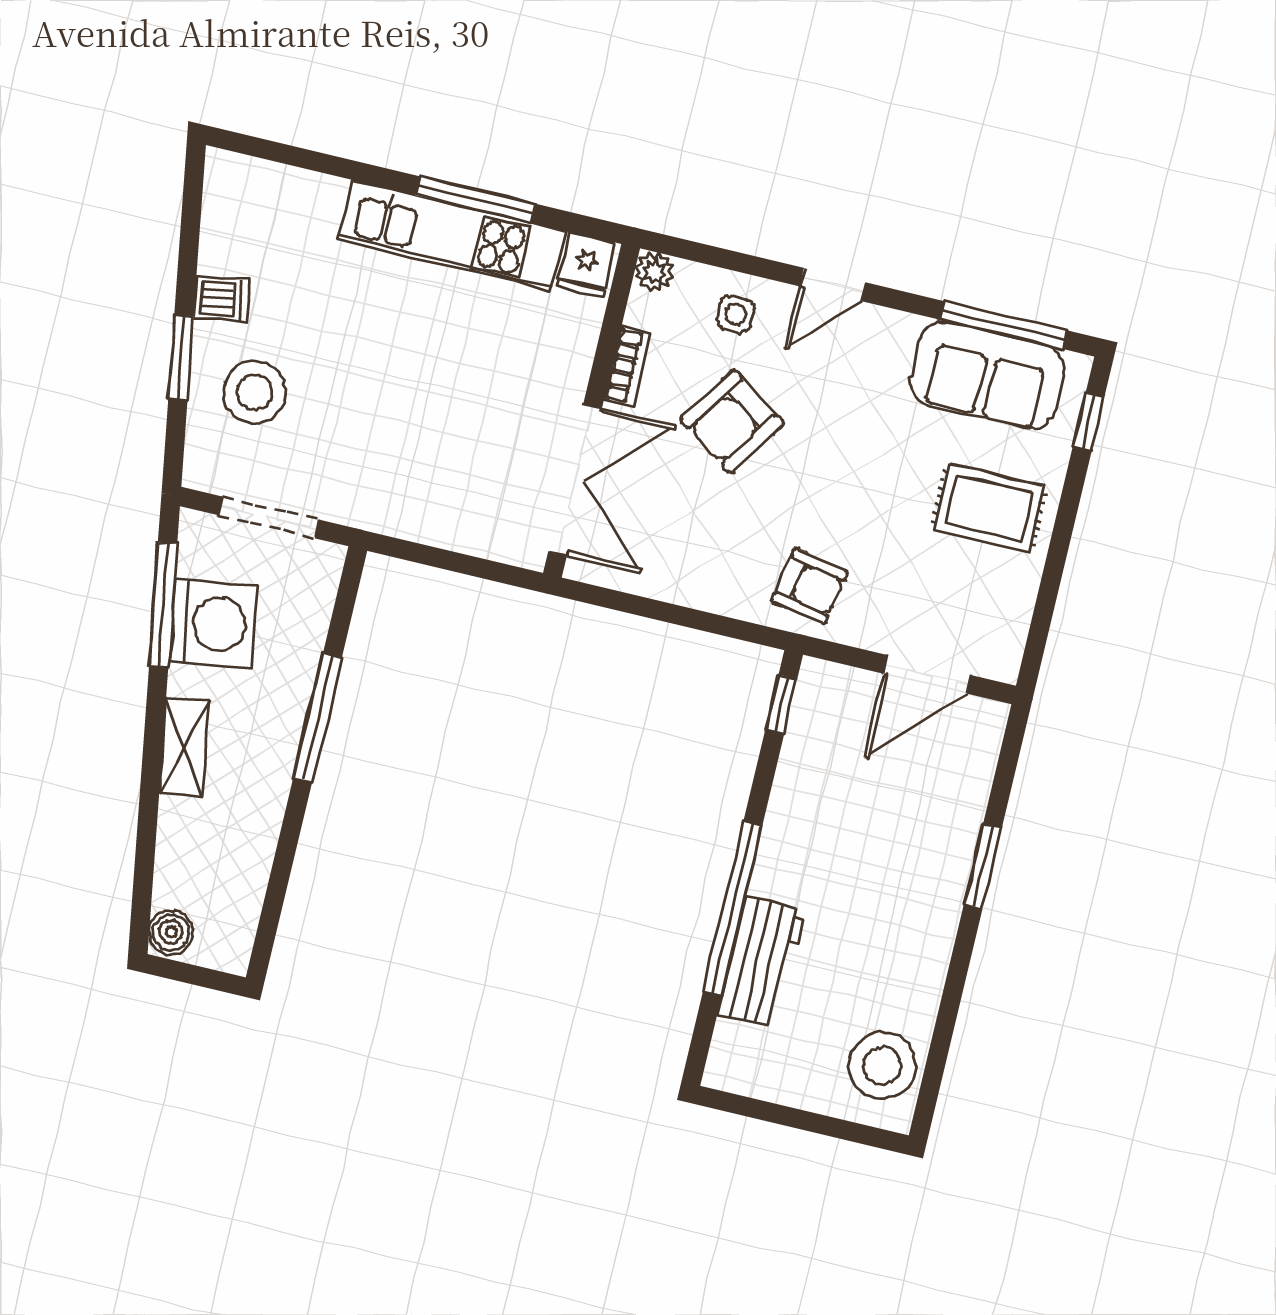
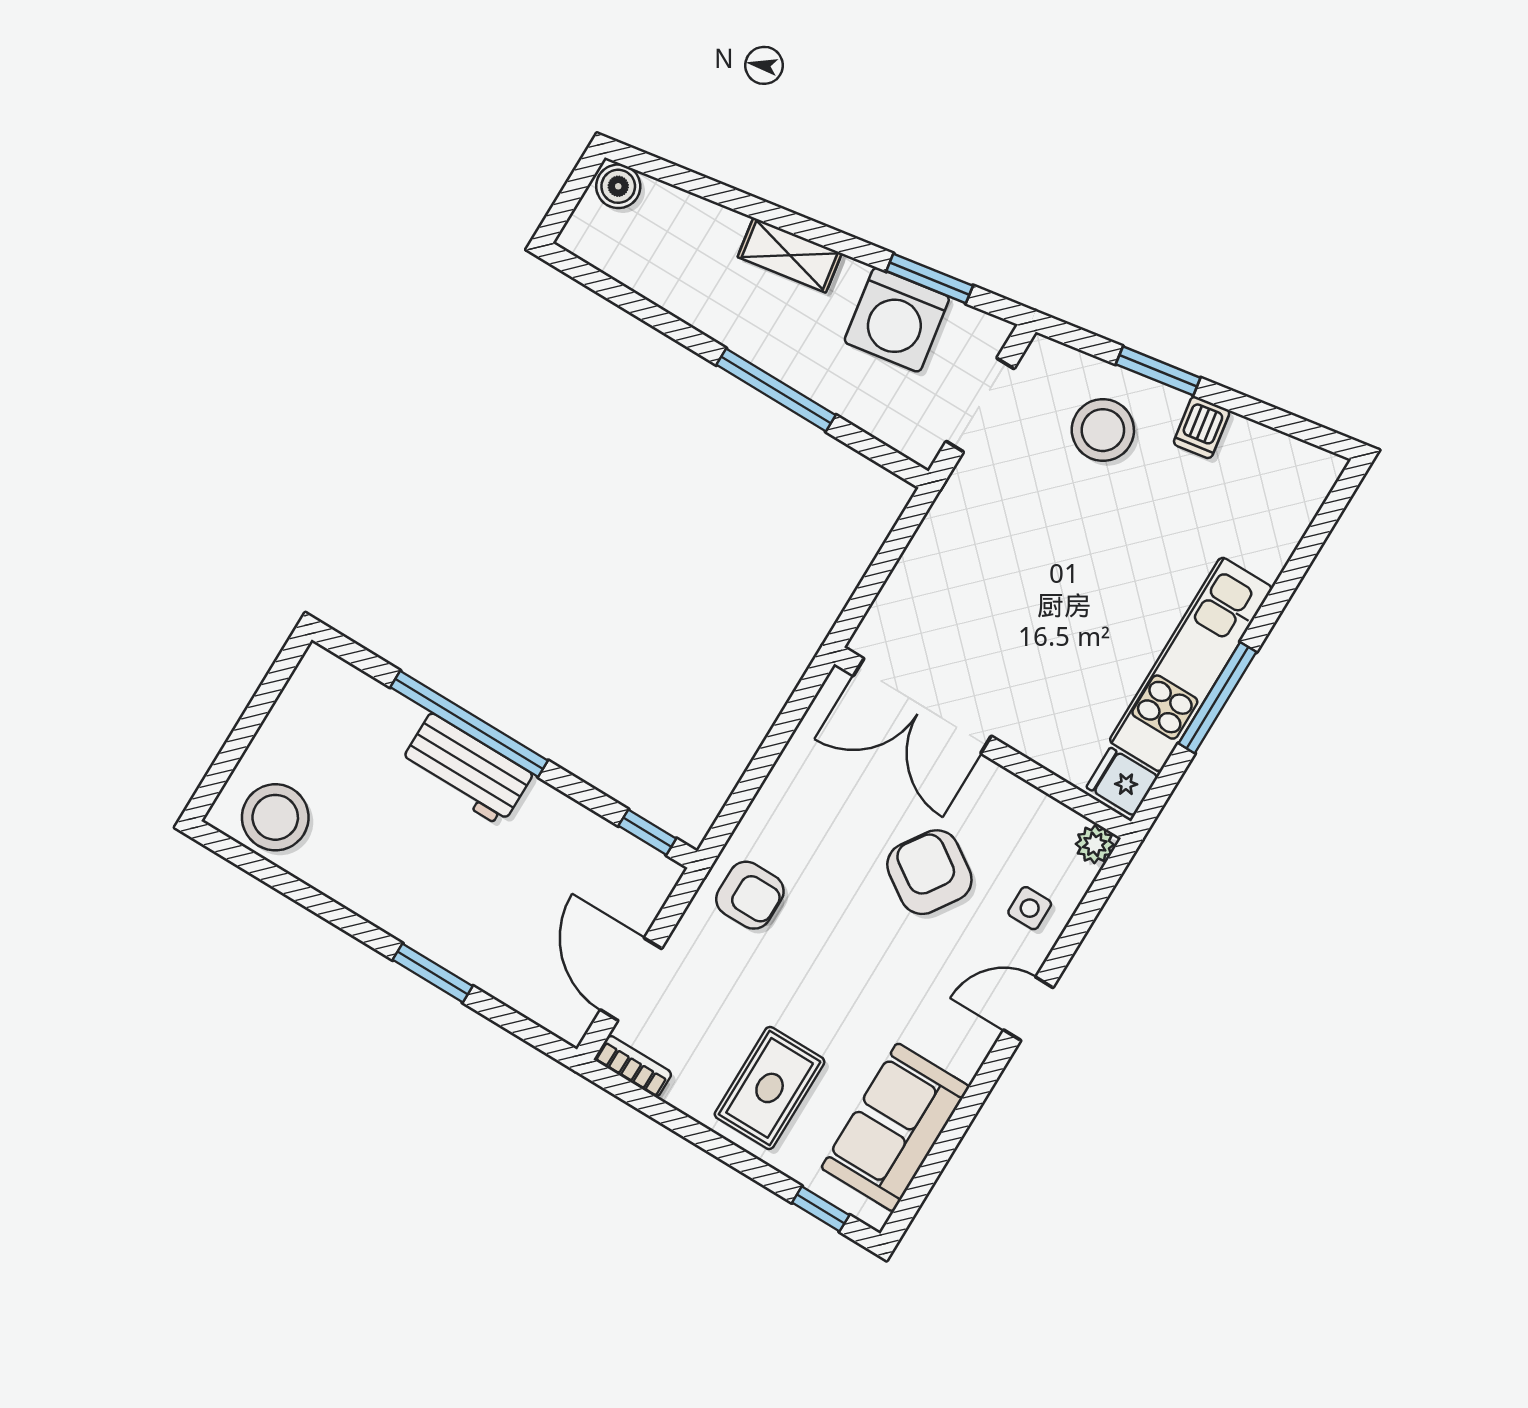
door: (833, 284) -> (1028, 1009), hinge flipped
window: (1003, 325) -> (938, 1158), removed
bookcase: (627, 366) -> (633, 1066), moved, turned 180
armchair: (810, 586) -> (750, 895), turned -101
window: (163, 605) -> (930, 278), width x0.69
workbench: (762, 962) -> (466, 769), moved

